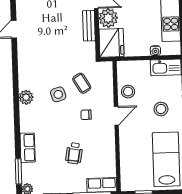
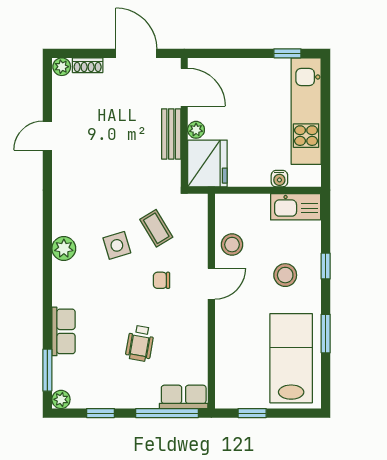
plant: (108, 18) -> (196, 130), width x0.53, depth x0.53

